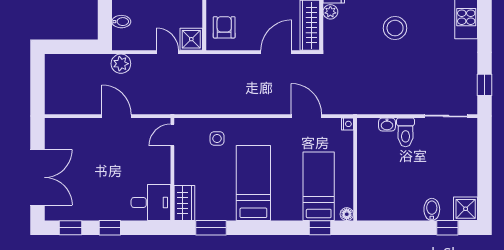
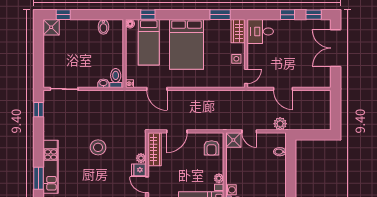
toilet: (406, 132) -> (116, 78), moved
side table: (217, 139) -> (236, 59), moved
bed: (253, 183) -> (186, 44), width x1.50
bidet: (432, 209) -> (103, 27), moved

